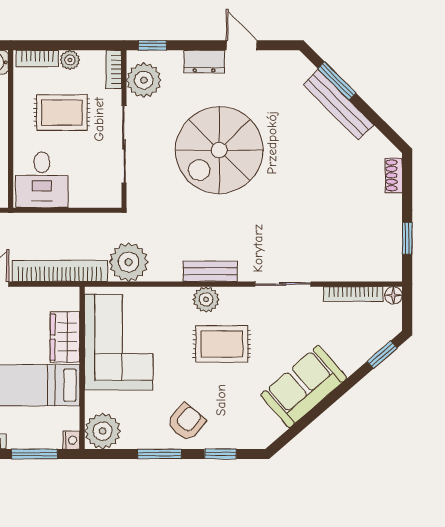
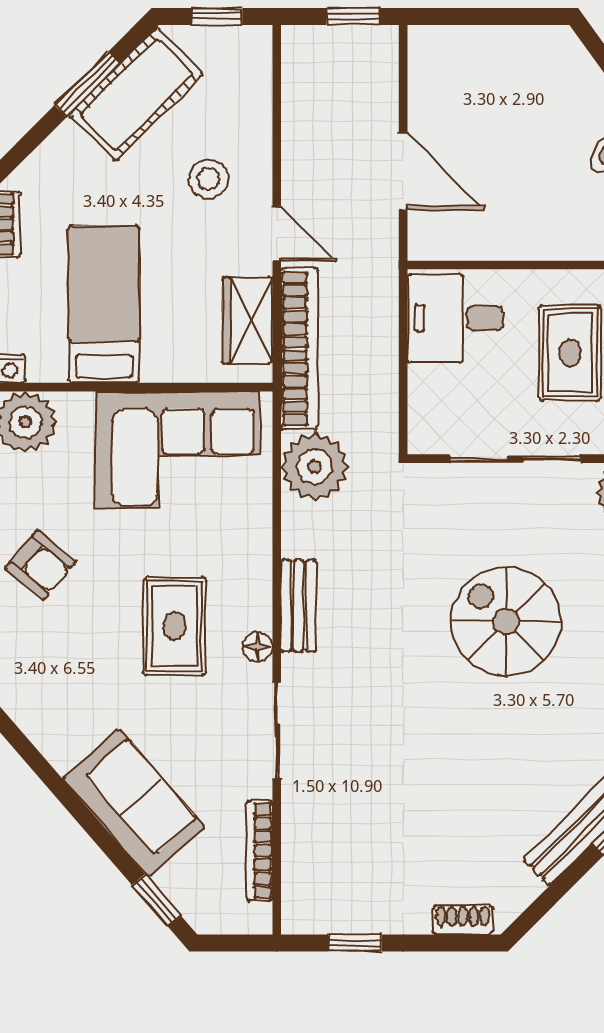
spiral stairs: (219, 150) -> (506, 622), width x0.73, depth x0.73
floor lamp: (393, 295) -> (258, 647), moved
plant: (206, 299) -> (251, 599), removed
wardrobe: (65, 337) -> (247, 320), moved, turned -90
sofa: (304, 386) -> (134, 803), moved

